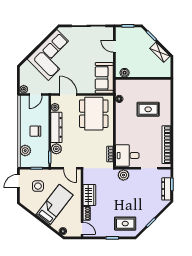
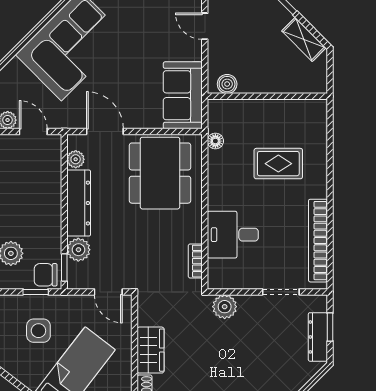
door: (36, 95) -> (33, 131), swing flipped
chair: (35, 131) -> (46, 275), moved
desk: (127, 156) -> (233, 235), moved

